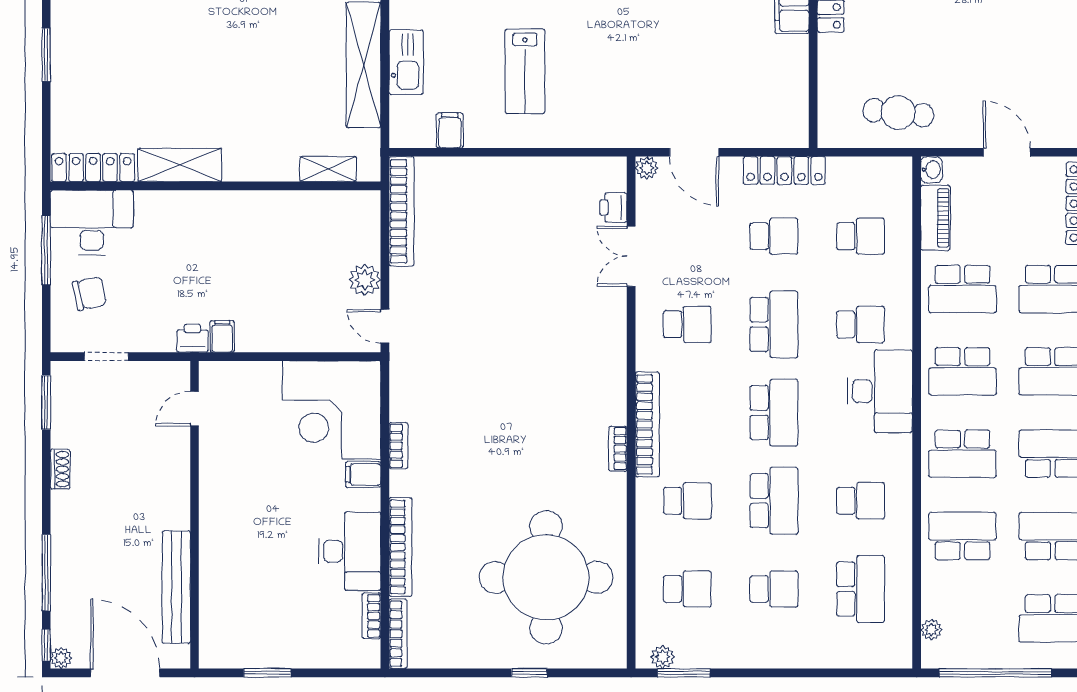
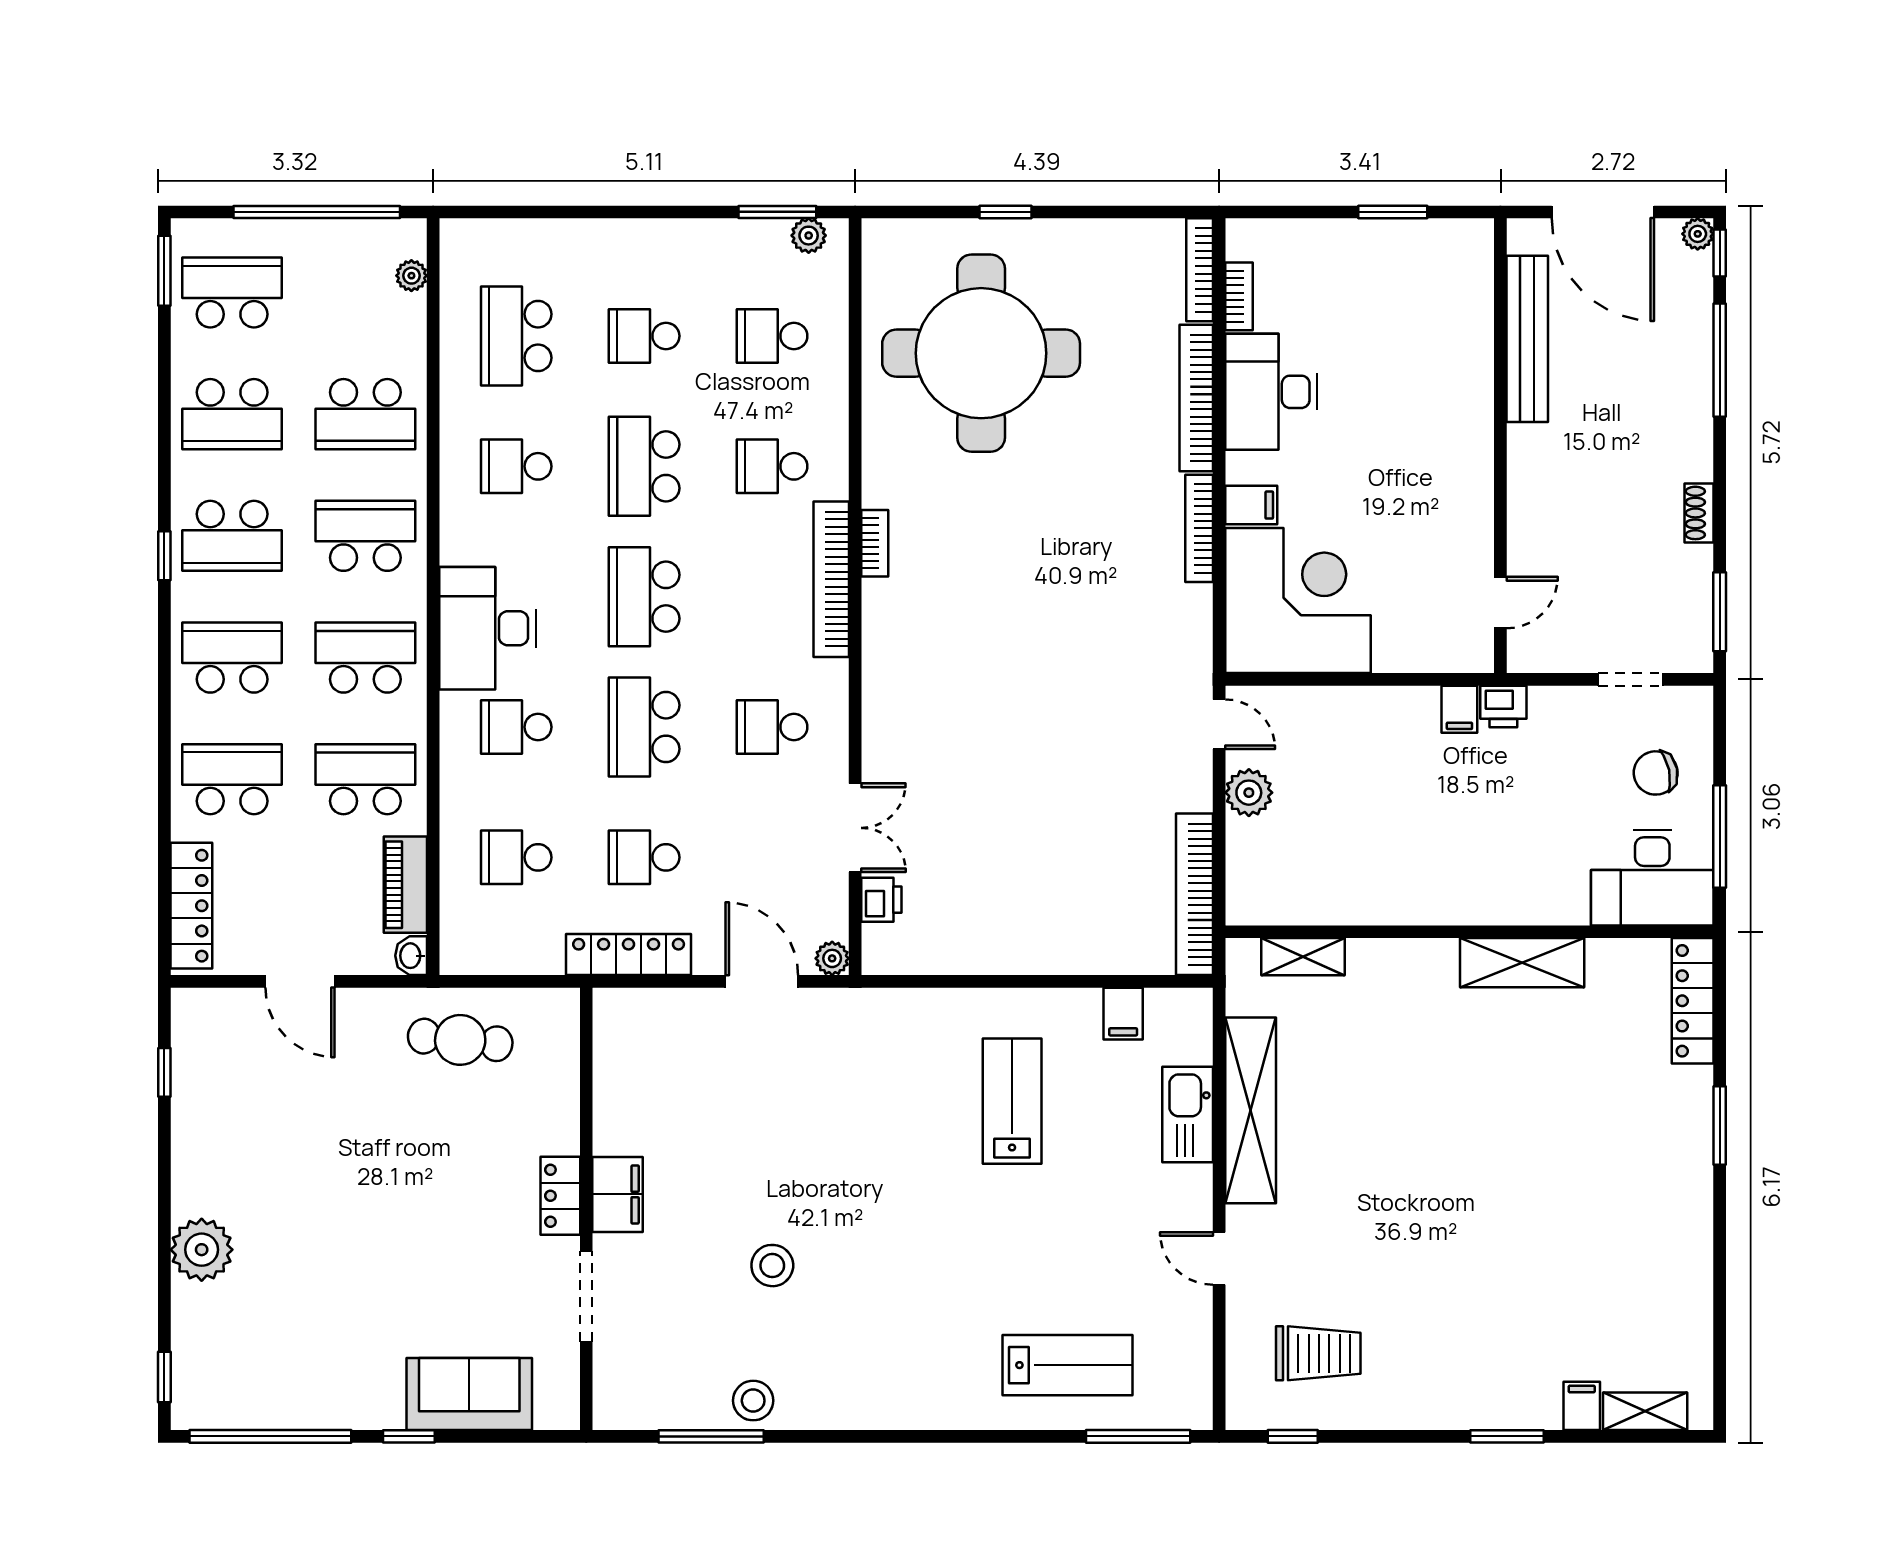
locker: (93, 168) -> (1693, 1001), moved, turned 90
bookcase: (398, 446) -> (1199, 528), width x1.56

